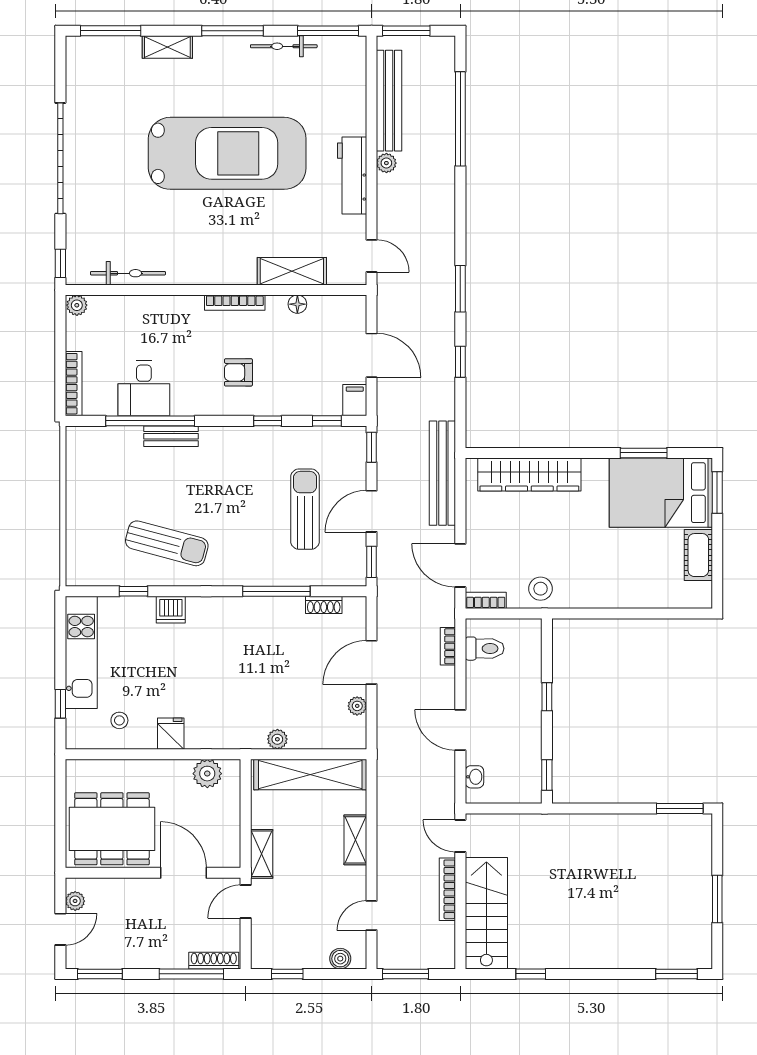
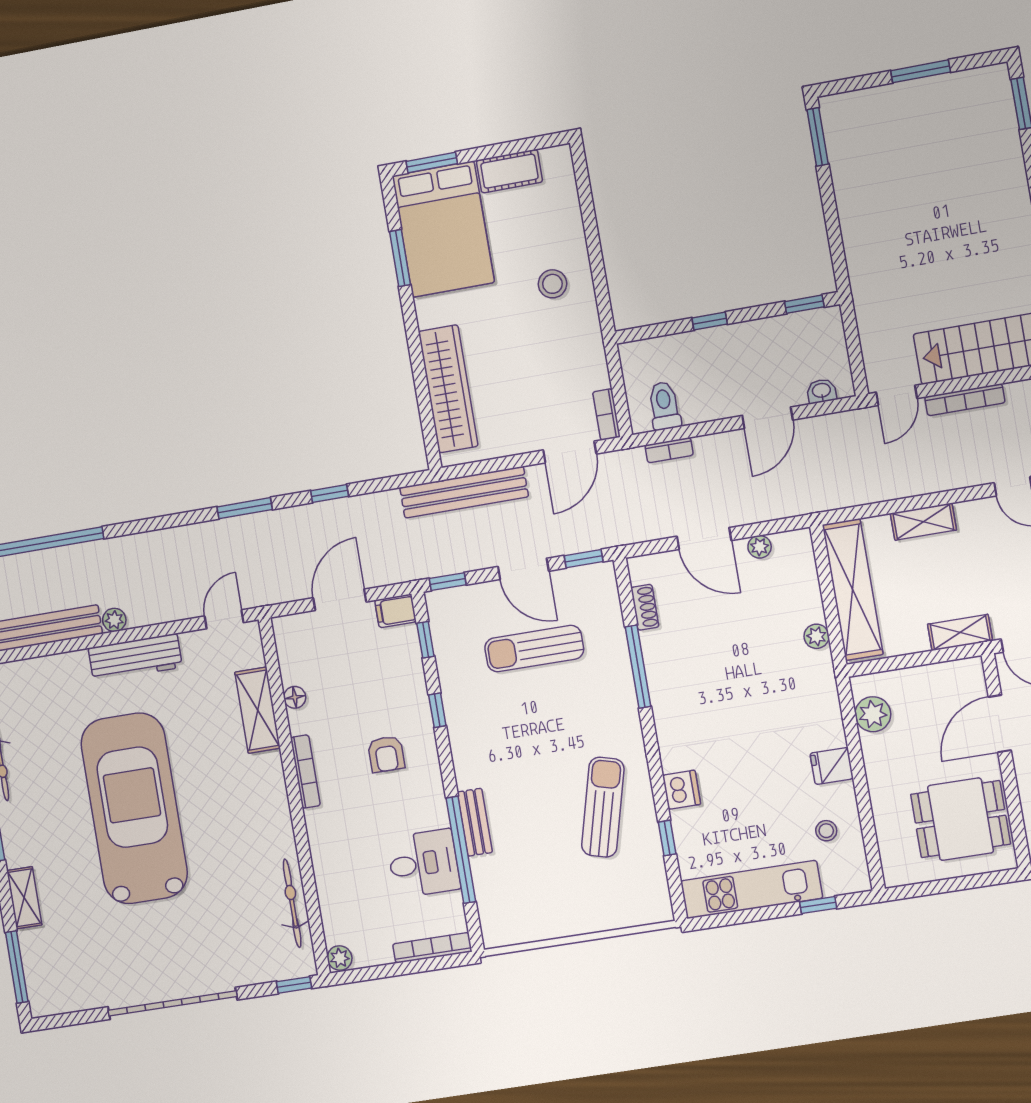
stool: (541, 589) -> (552, 284), moved
dining table: (112, 829) -> (961, 819), width x0.73

